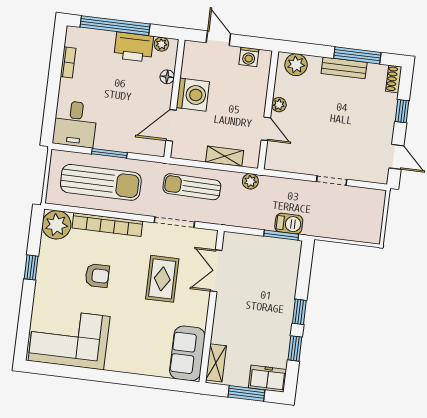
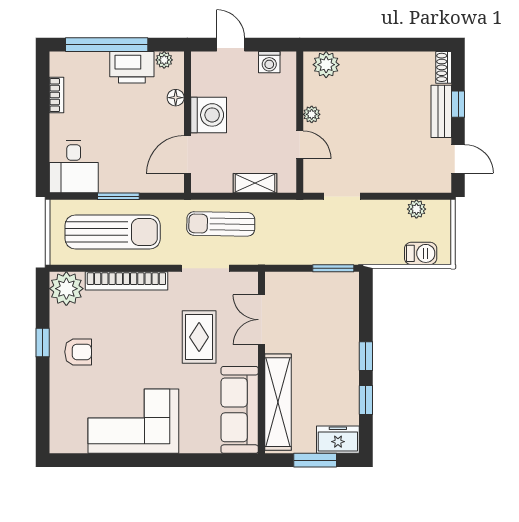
window: (357, 55) -> (397, 45), removed
bench: (344, 68) -> (441, 111), moved, turned 90
plant: (250, 181) -> (416, 209), moved
doorway: (332, 181) -> (342, 196), moved
barbecue: (289, 224) -> (421, 253), moved
armchair: (97, 276) -> (78, 352), moved
corner sofa: (69, 339) -> (133, 421), moved
sofa: (187, 353) -> (240, 410), width x1.36
shelving: (216, 363) -> (278, 402), width x2.20, depth x1.33

